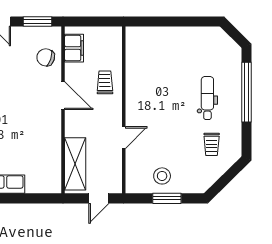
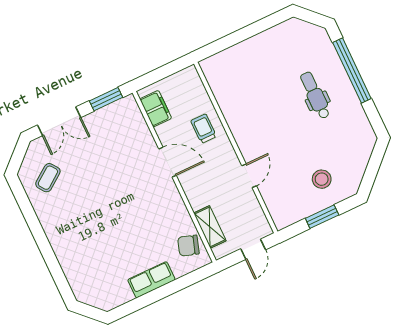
chair: (46, 57) -> (188, 246), moved
trolley: (212, 144) -> (342, 140), removed
shelving: (75, 164) -> (210, 227), width x0.67, depth x0.75
stool: (162, 176) -> (322, 179), moved

